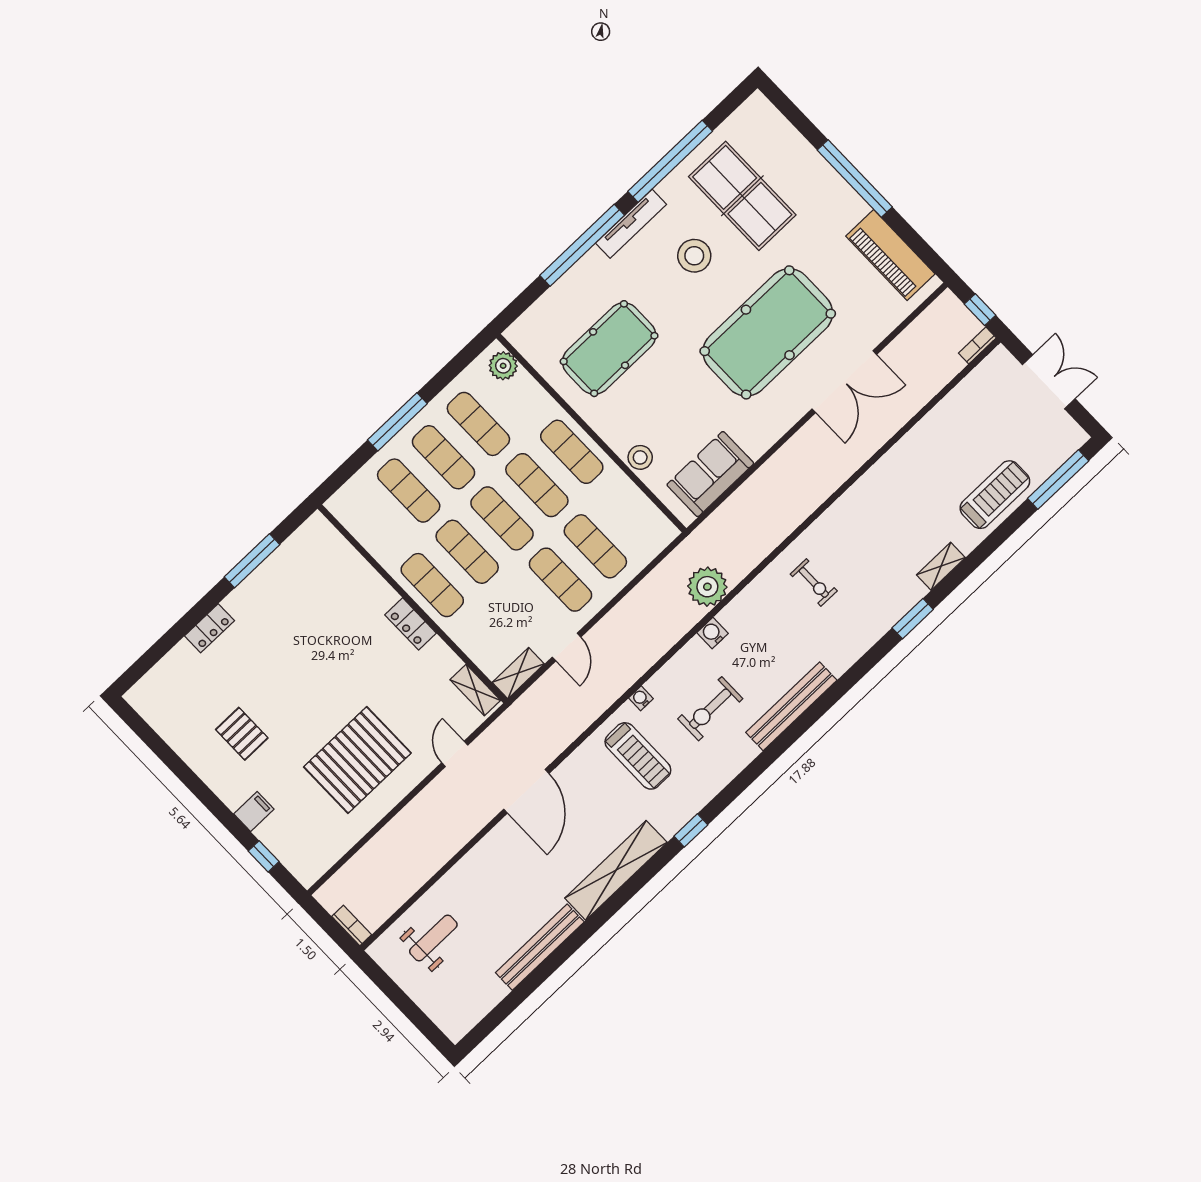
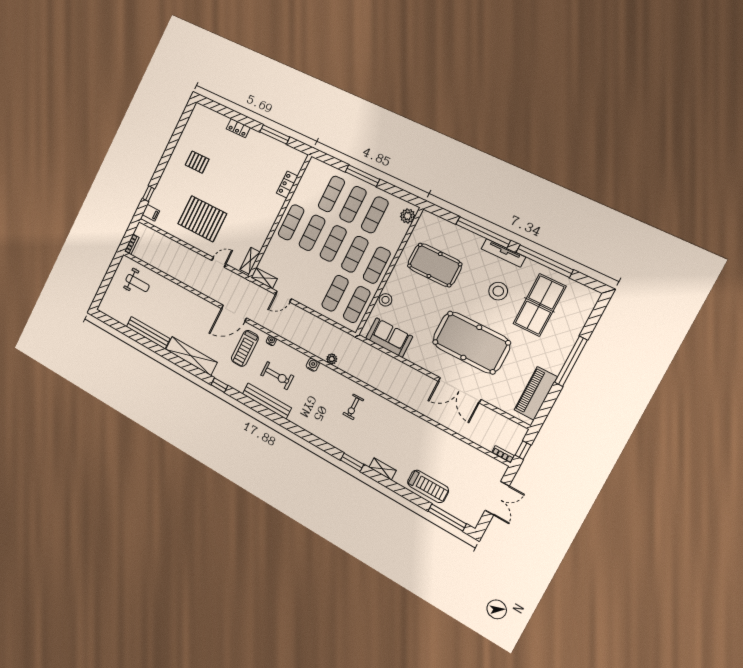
exercise mat: (560, 580) -> (357, 305), moved
plant: (707, 587) -> (332, 359), width x0.53, depth x0.53
locker: (411, 624) -> (287, 185), moved
bench: (791, 706) -> (267, 401), moved
exercise bike: (710, 709) -> (277, 376), turned 180
pallet: (242, 734) -> (197, 162), turned 90
door: (526, 791) -> (234, 313), moved
filing cabinet: (254, 812) -> (151, 213), moved

